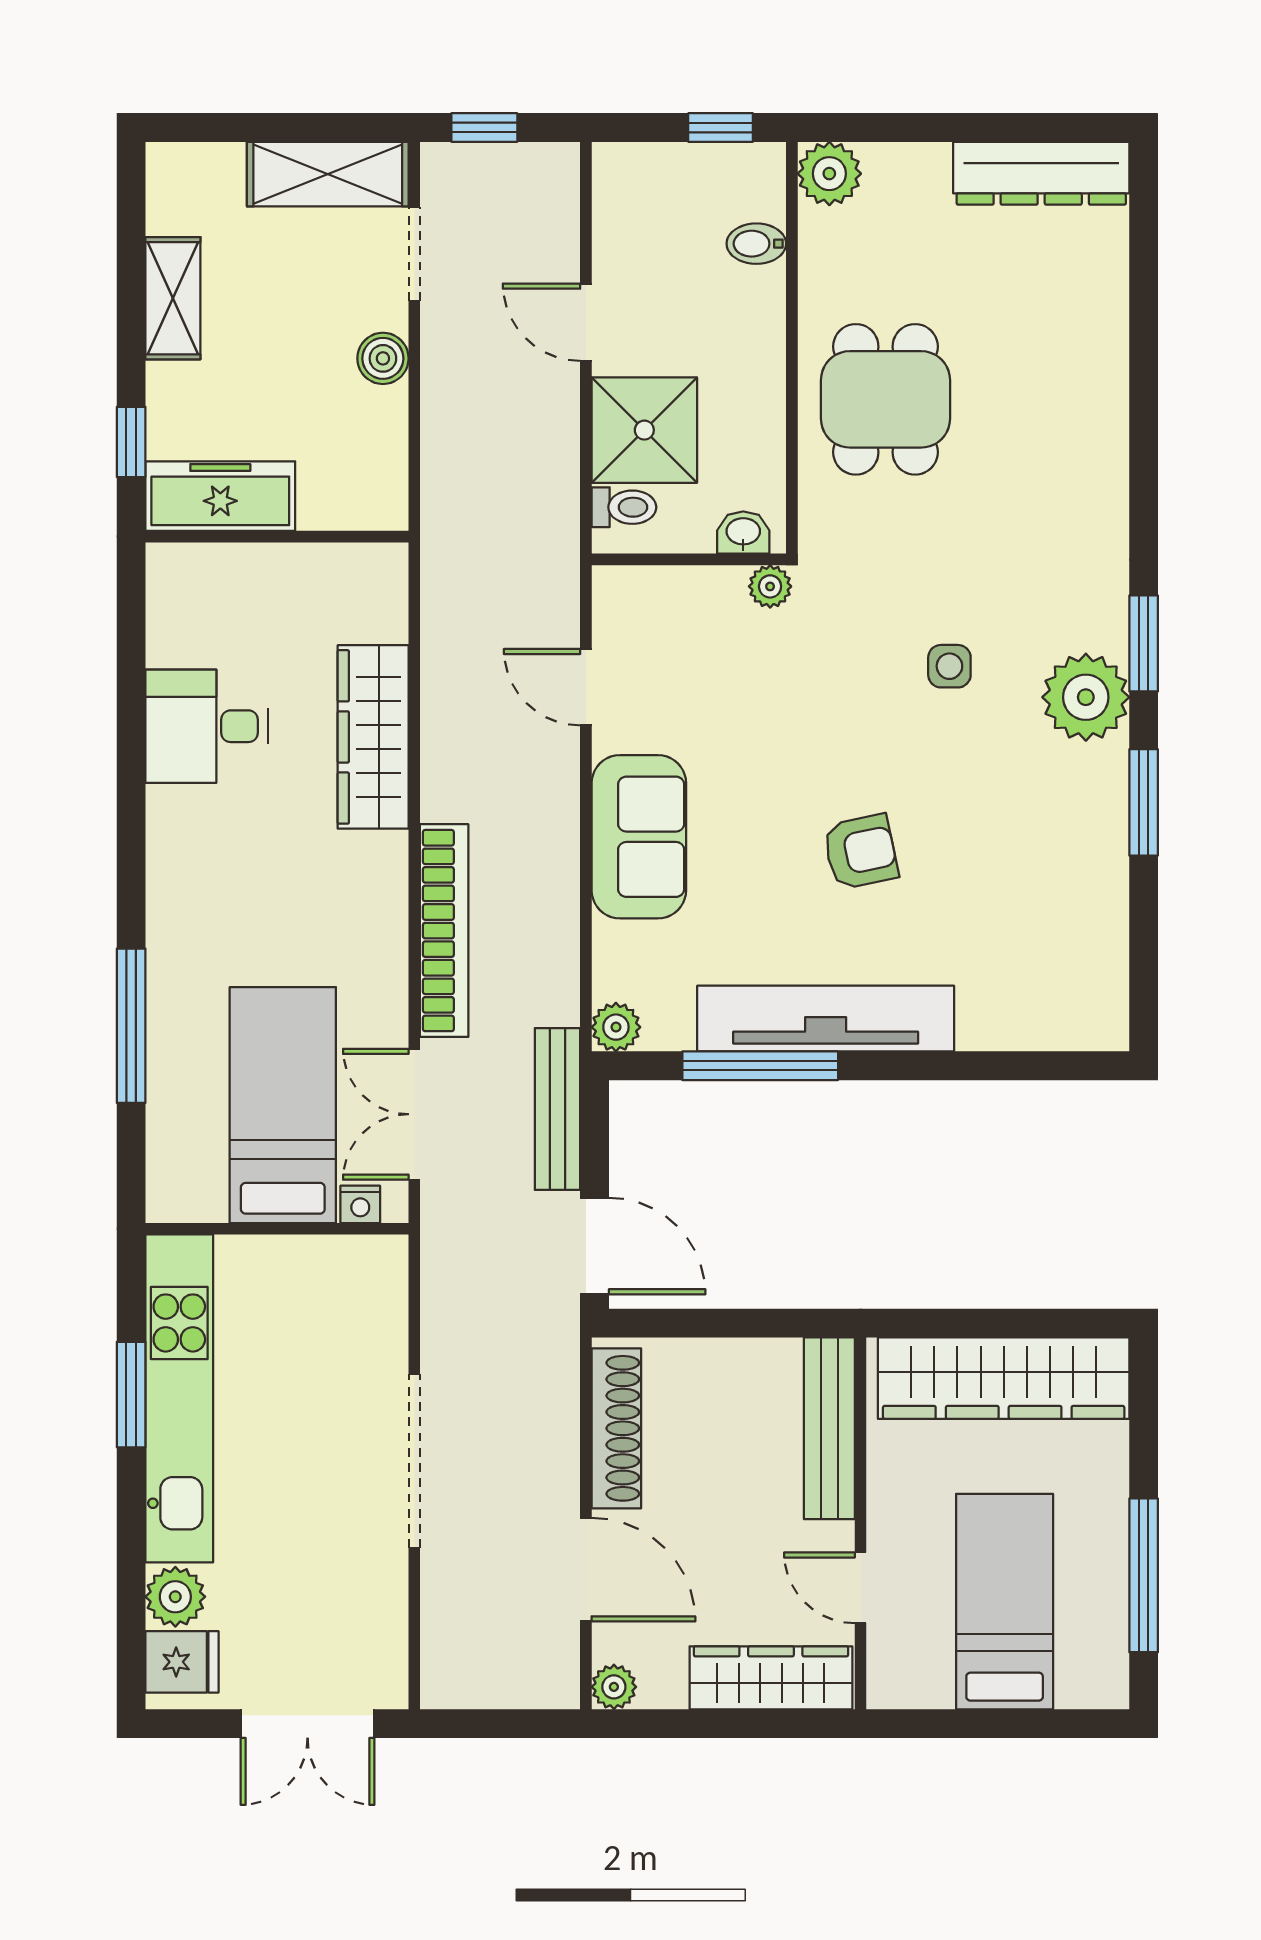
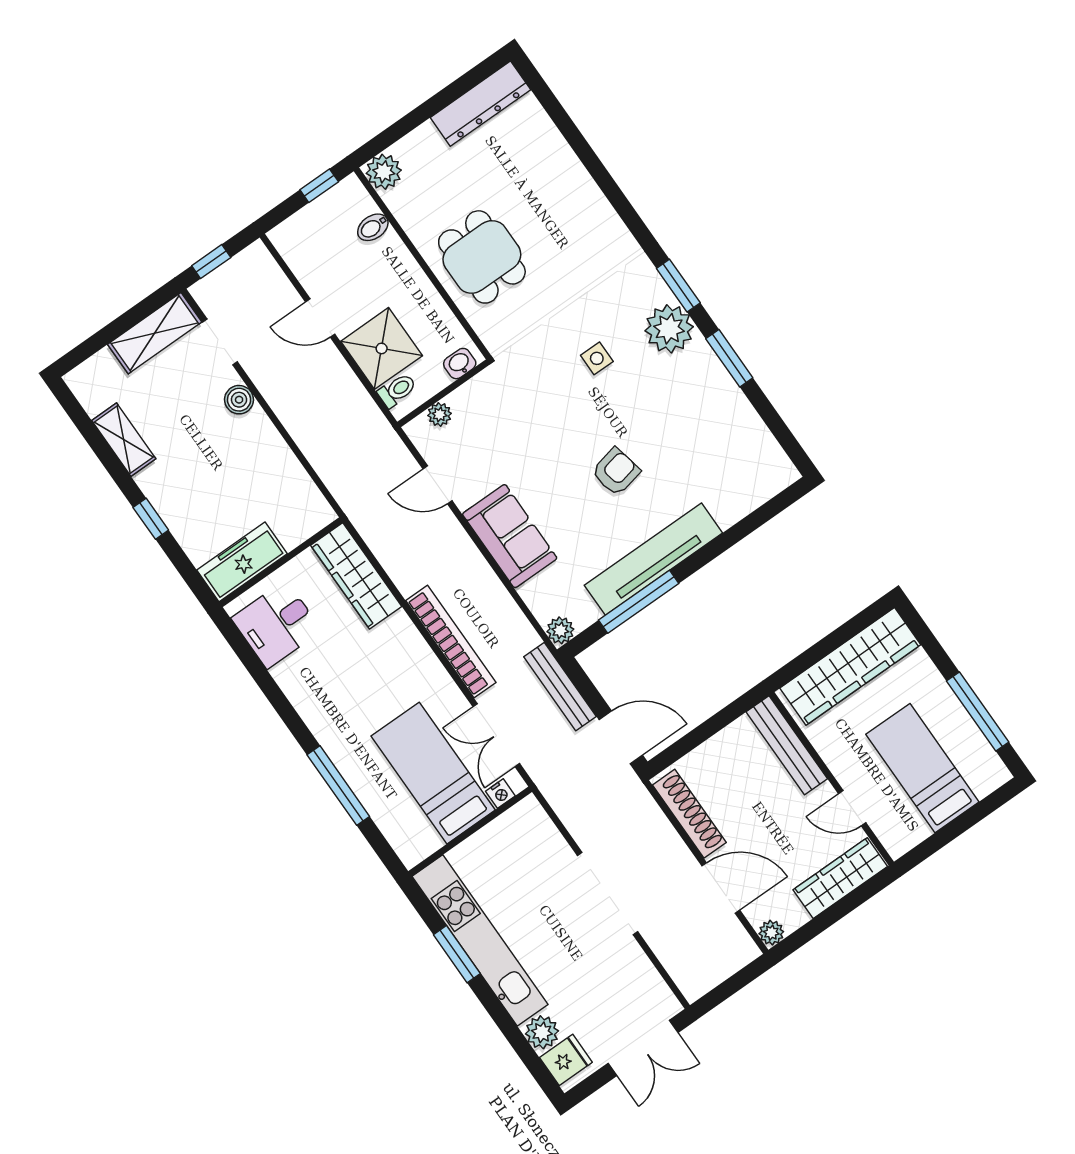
freezer: (220, 496) -> (242, 562), moved
wall: (277, 537) -> (281, 562), moved
plant: (770, 586) -> (440, 414), moved

